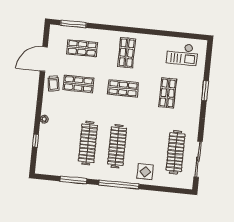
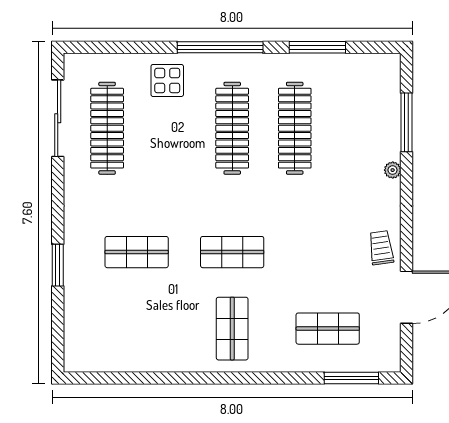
checkout: (182, 54) -> (114, 337), removed
shop shelf: (78, 84) -> (328, 252), removed
shop shelf: (168, 93) -> (137, 252), turned 90
window: (35, 141) -> (407, 122), width x2.17

